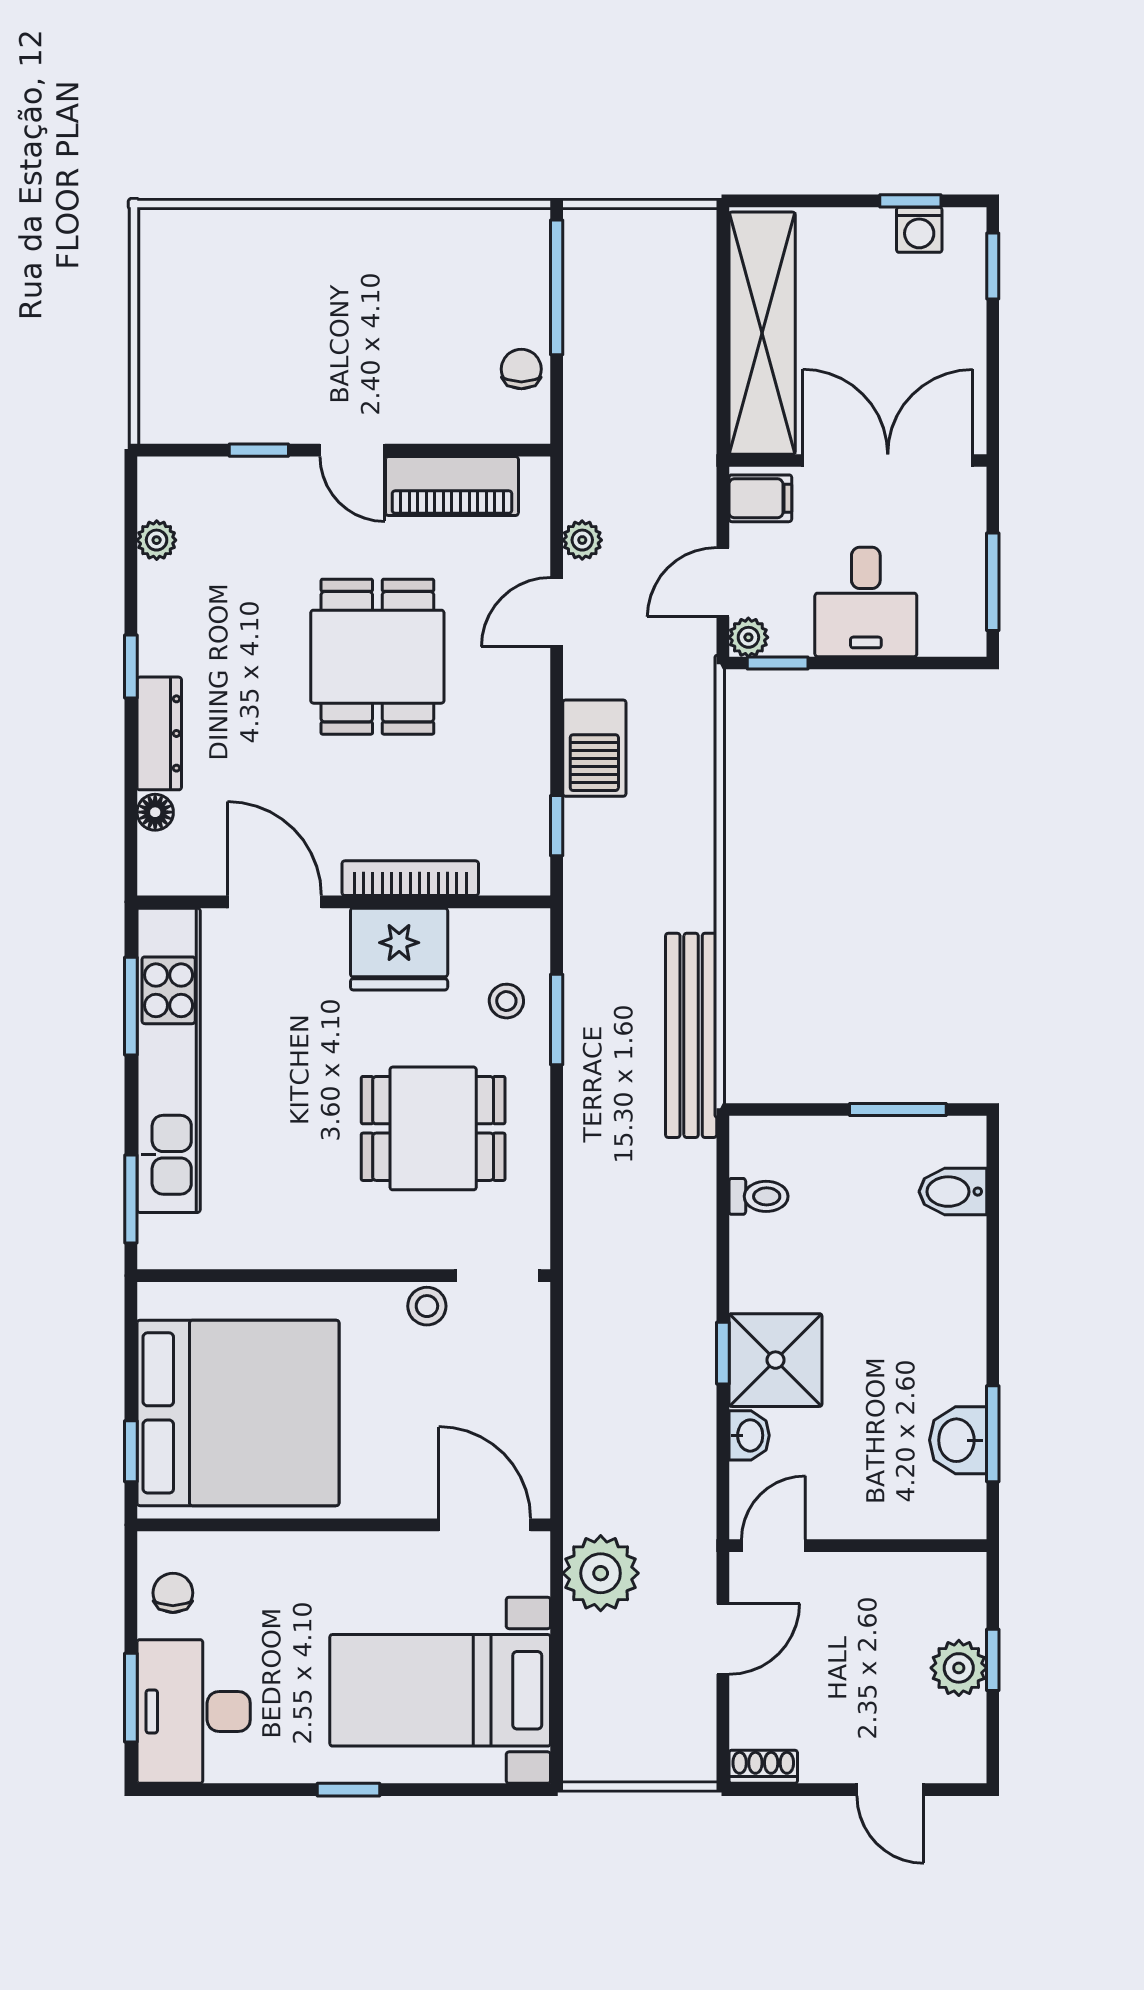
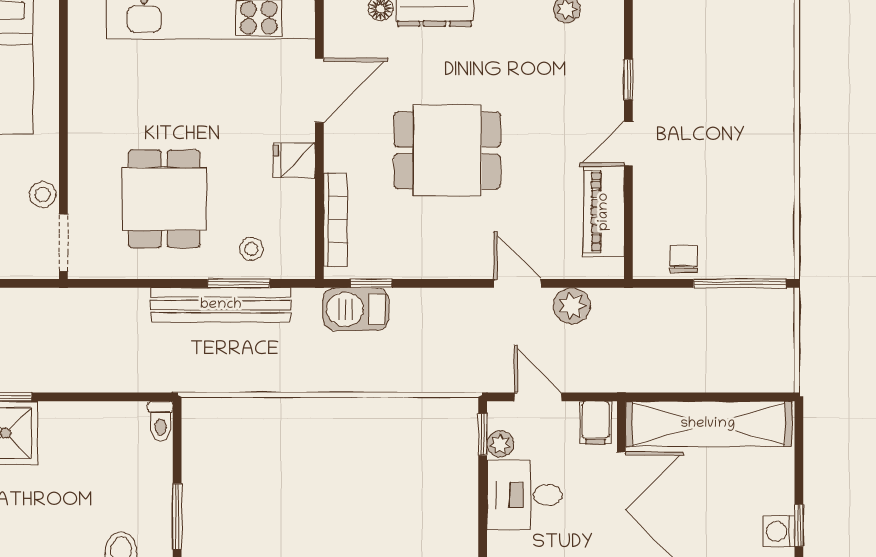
chair: (521, 369) -> (684, 259), turned -90
plant: (582, 540) -> (572, 306), width x1.38, depth x1.38
plant: (748, 637) -> (500, 444), moved
dining table: (377, 657) -> (447, 150), moved
barbecue: (594, 748) -> (356, 309), moved
bookcase: (410, 878) -> (335, 220), moved
fridge: (399, 949) -> (294, 160), width x0.53, depth x0.75
bench: (691, 1035) -> (221, 305), moved
toilet: (758, 1196) -> (161, 421), moved

